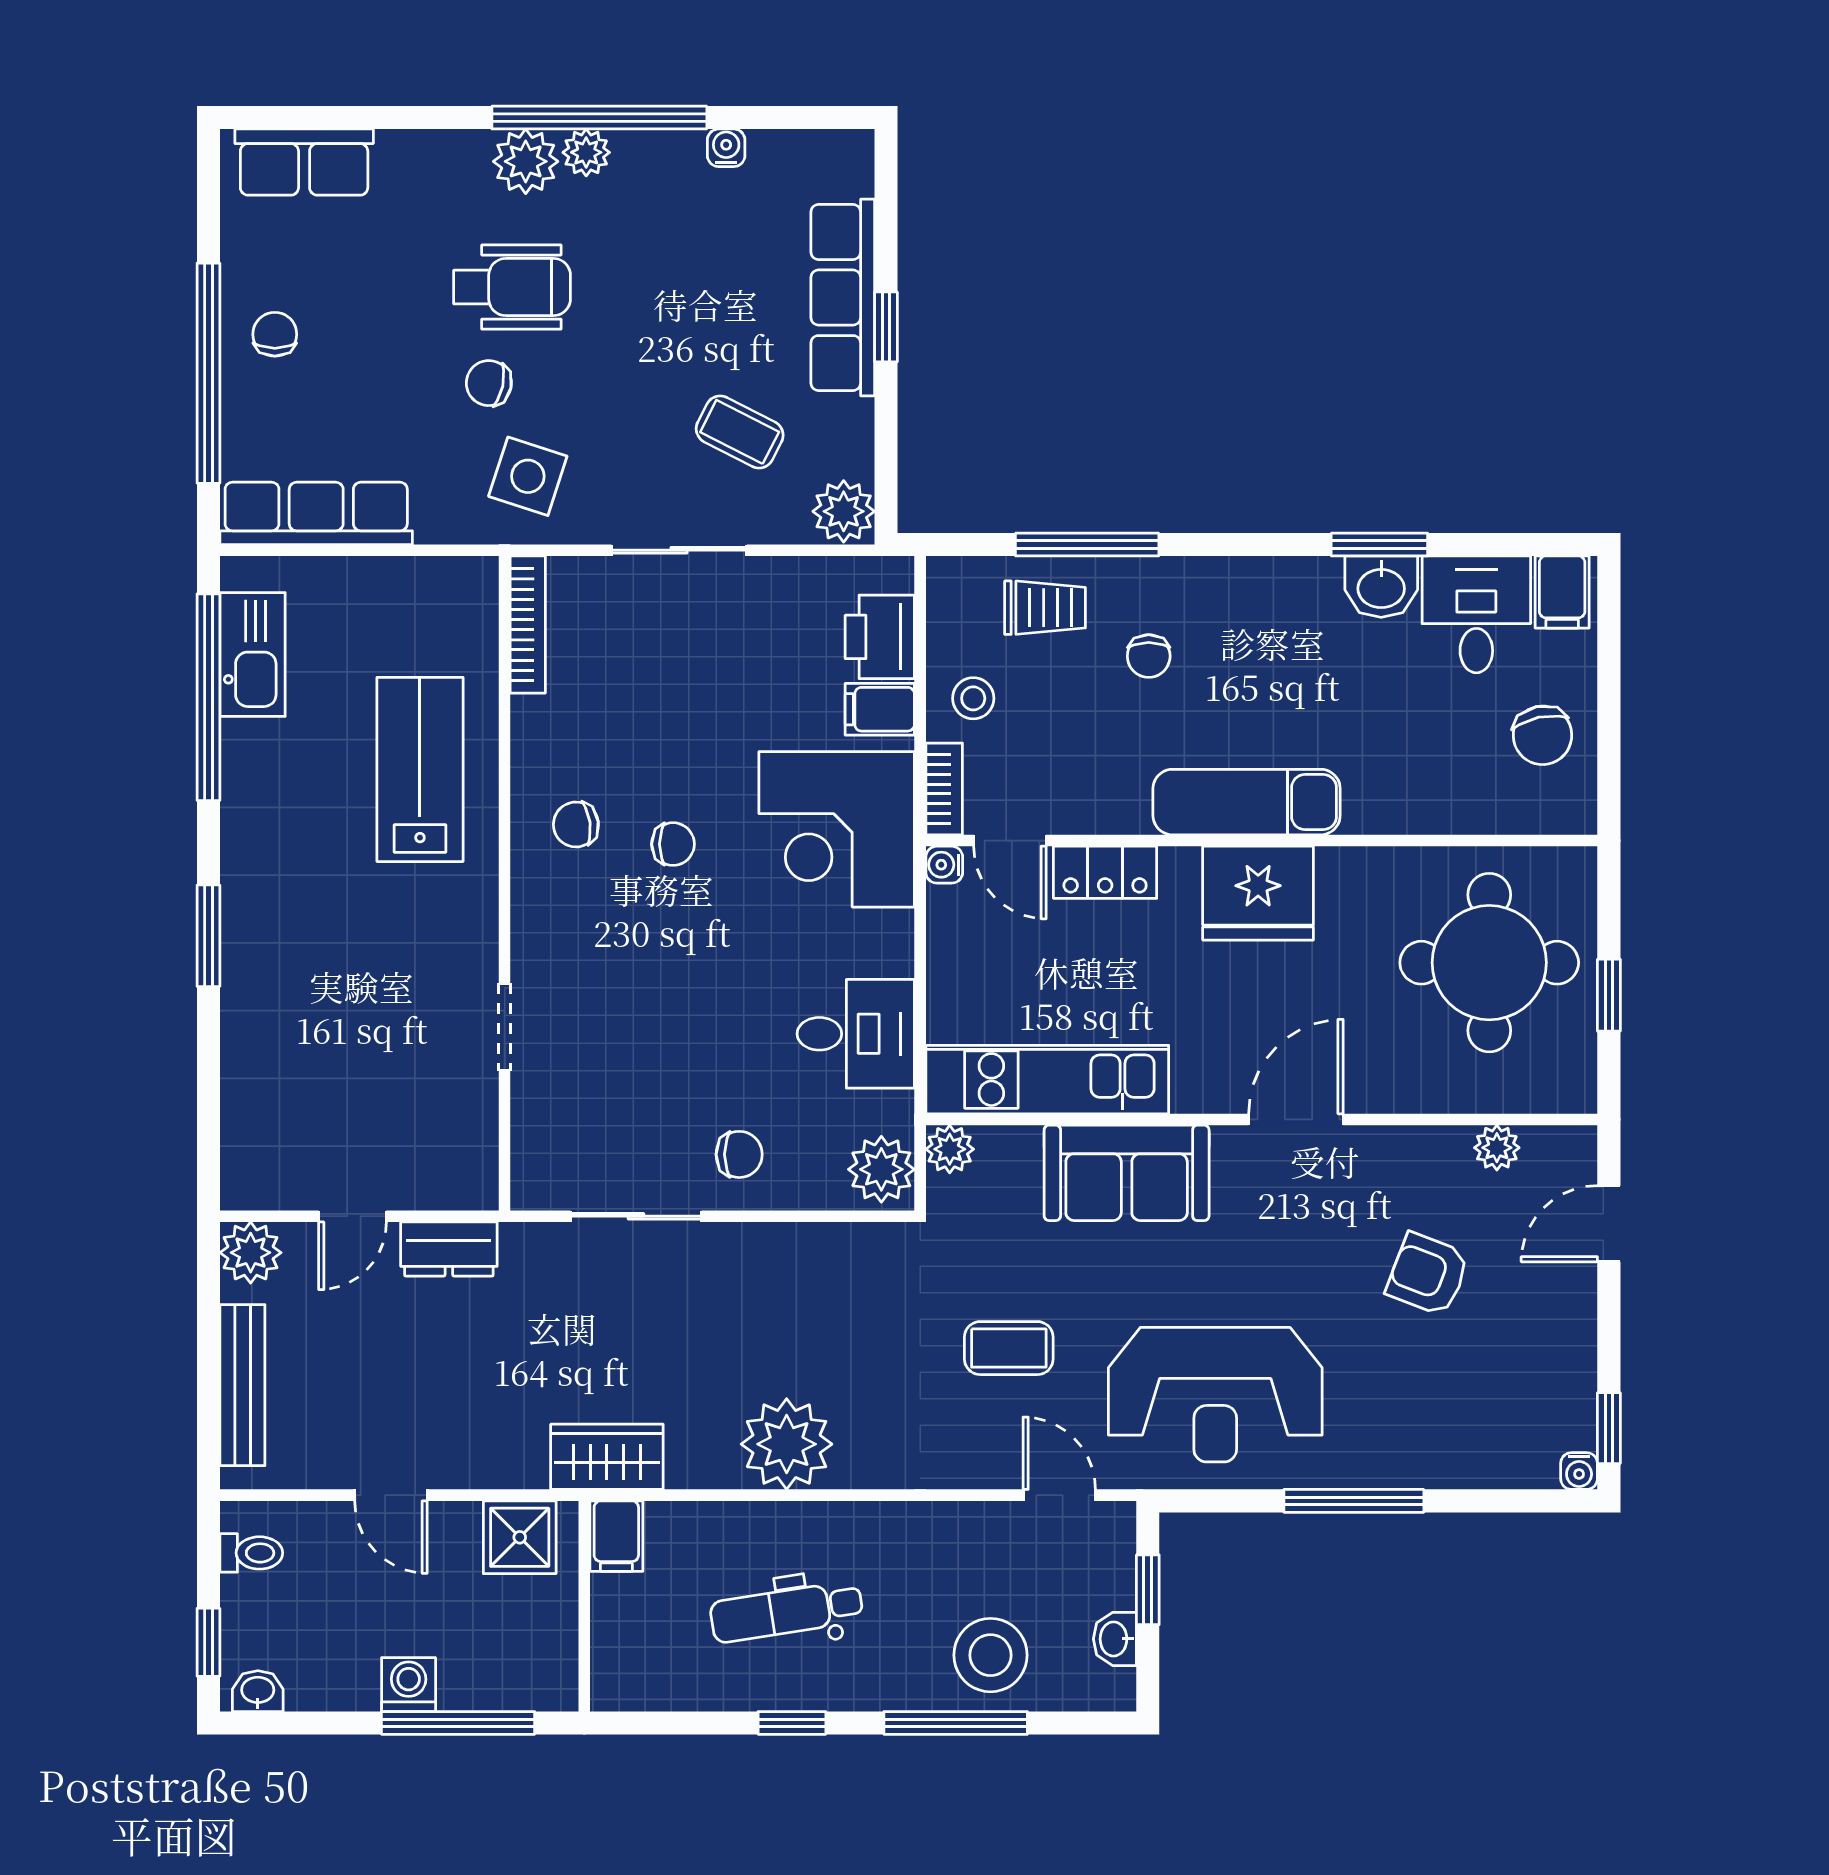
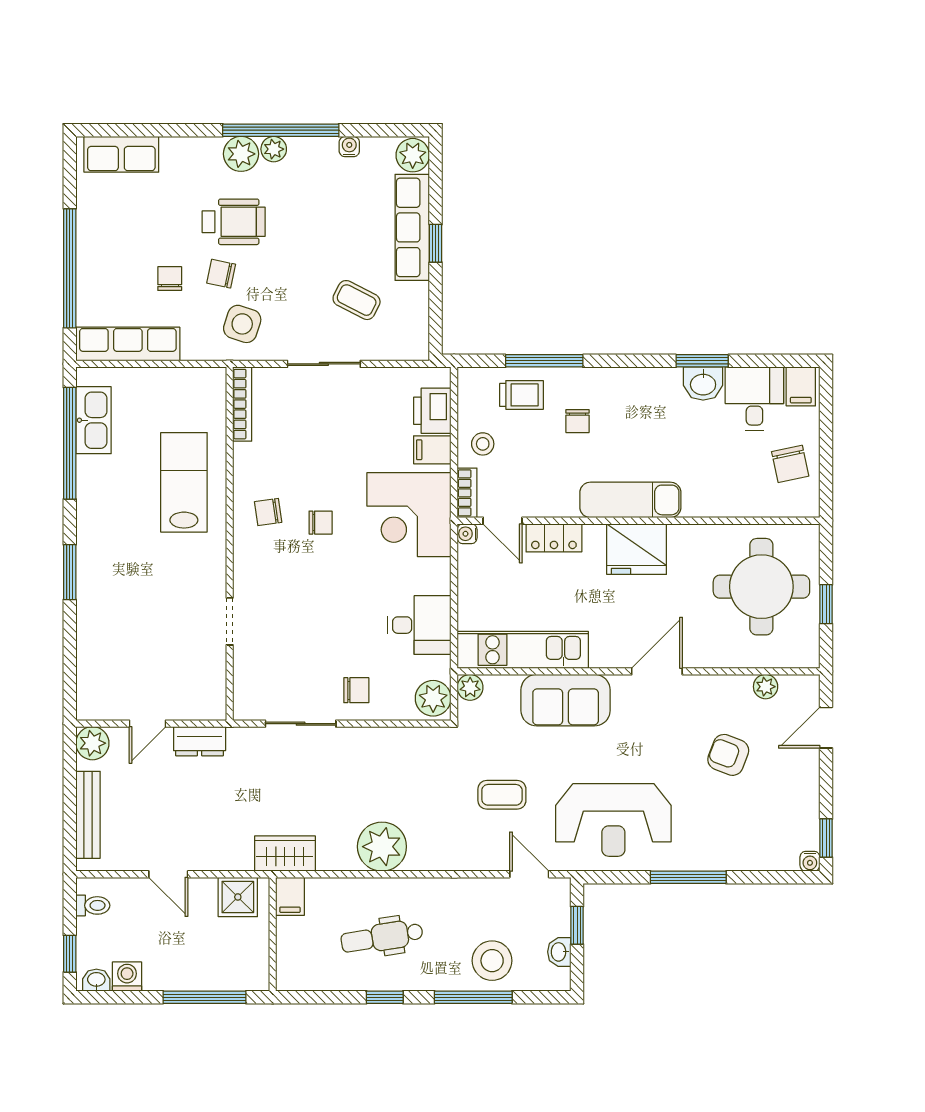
chair: (275, 334) -> (170, 279), moved
plant: (844, 511) -> (413, 155), moved
washing machine: (409, 1685) -> (127, 977), moved

